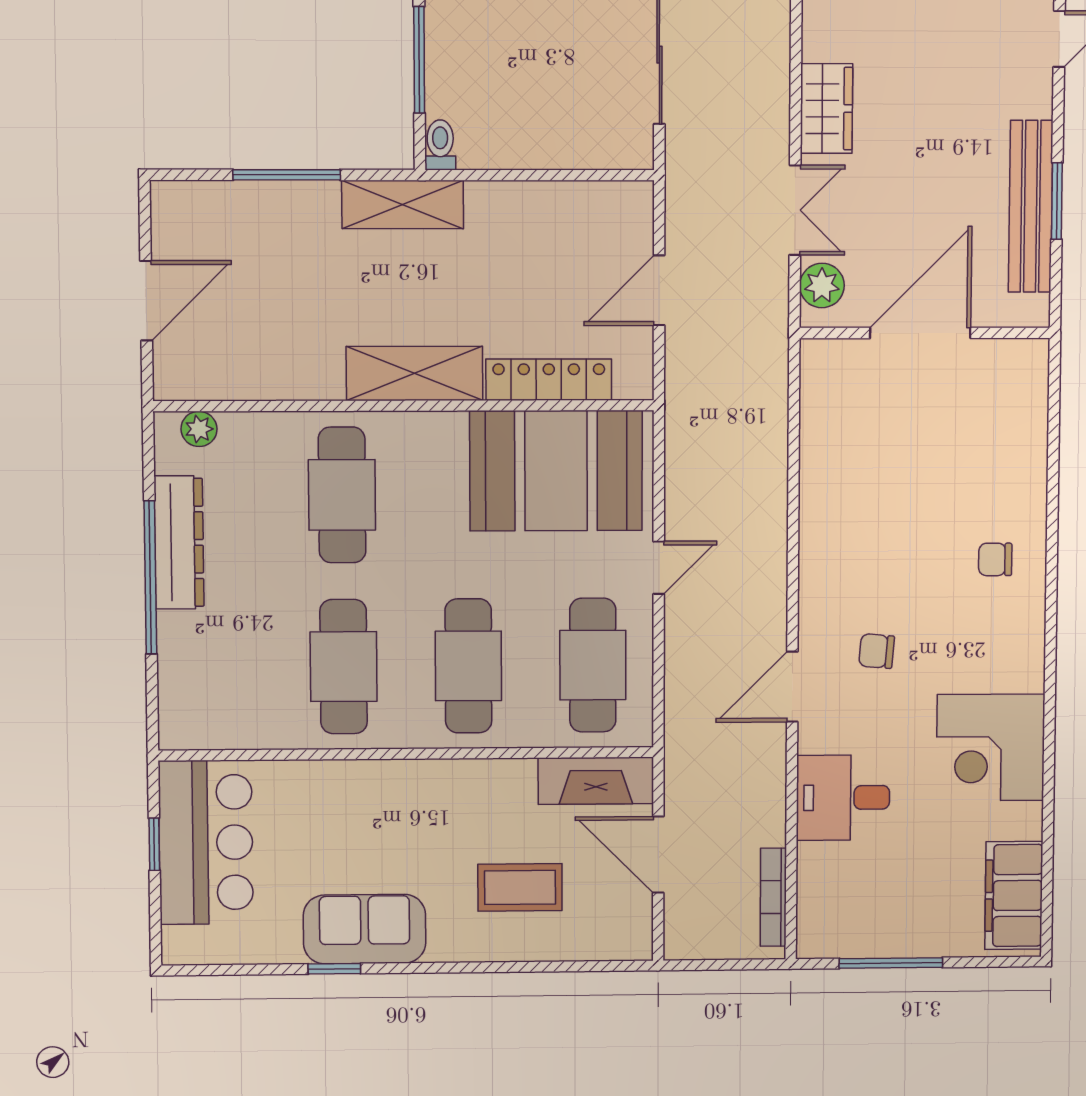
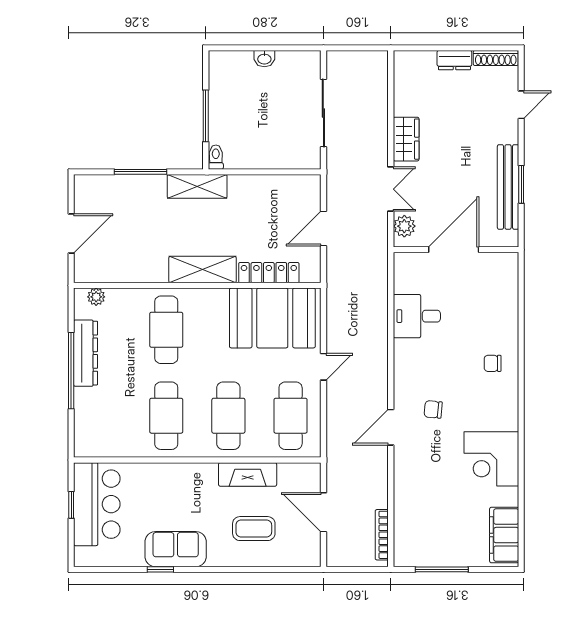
fireplace: (596, 781) -> (248, 474), moved
desk: (843, 798) -> (417, 316), moved

